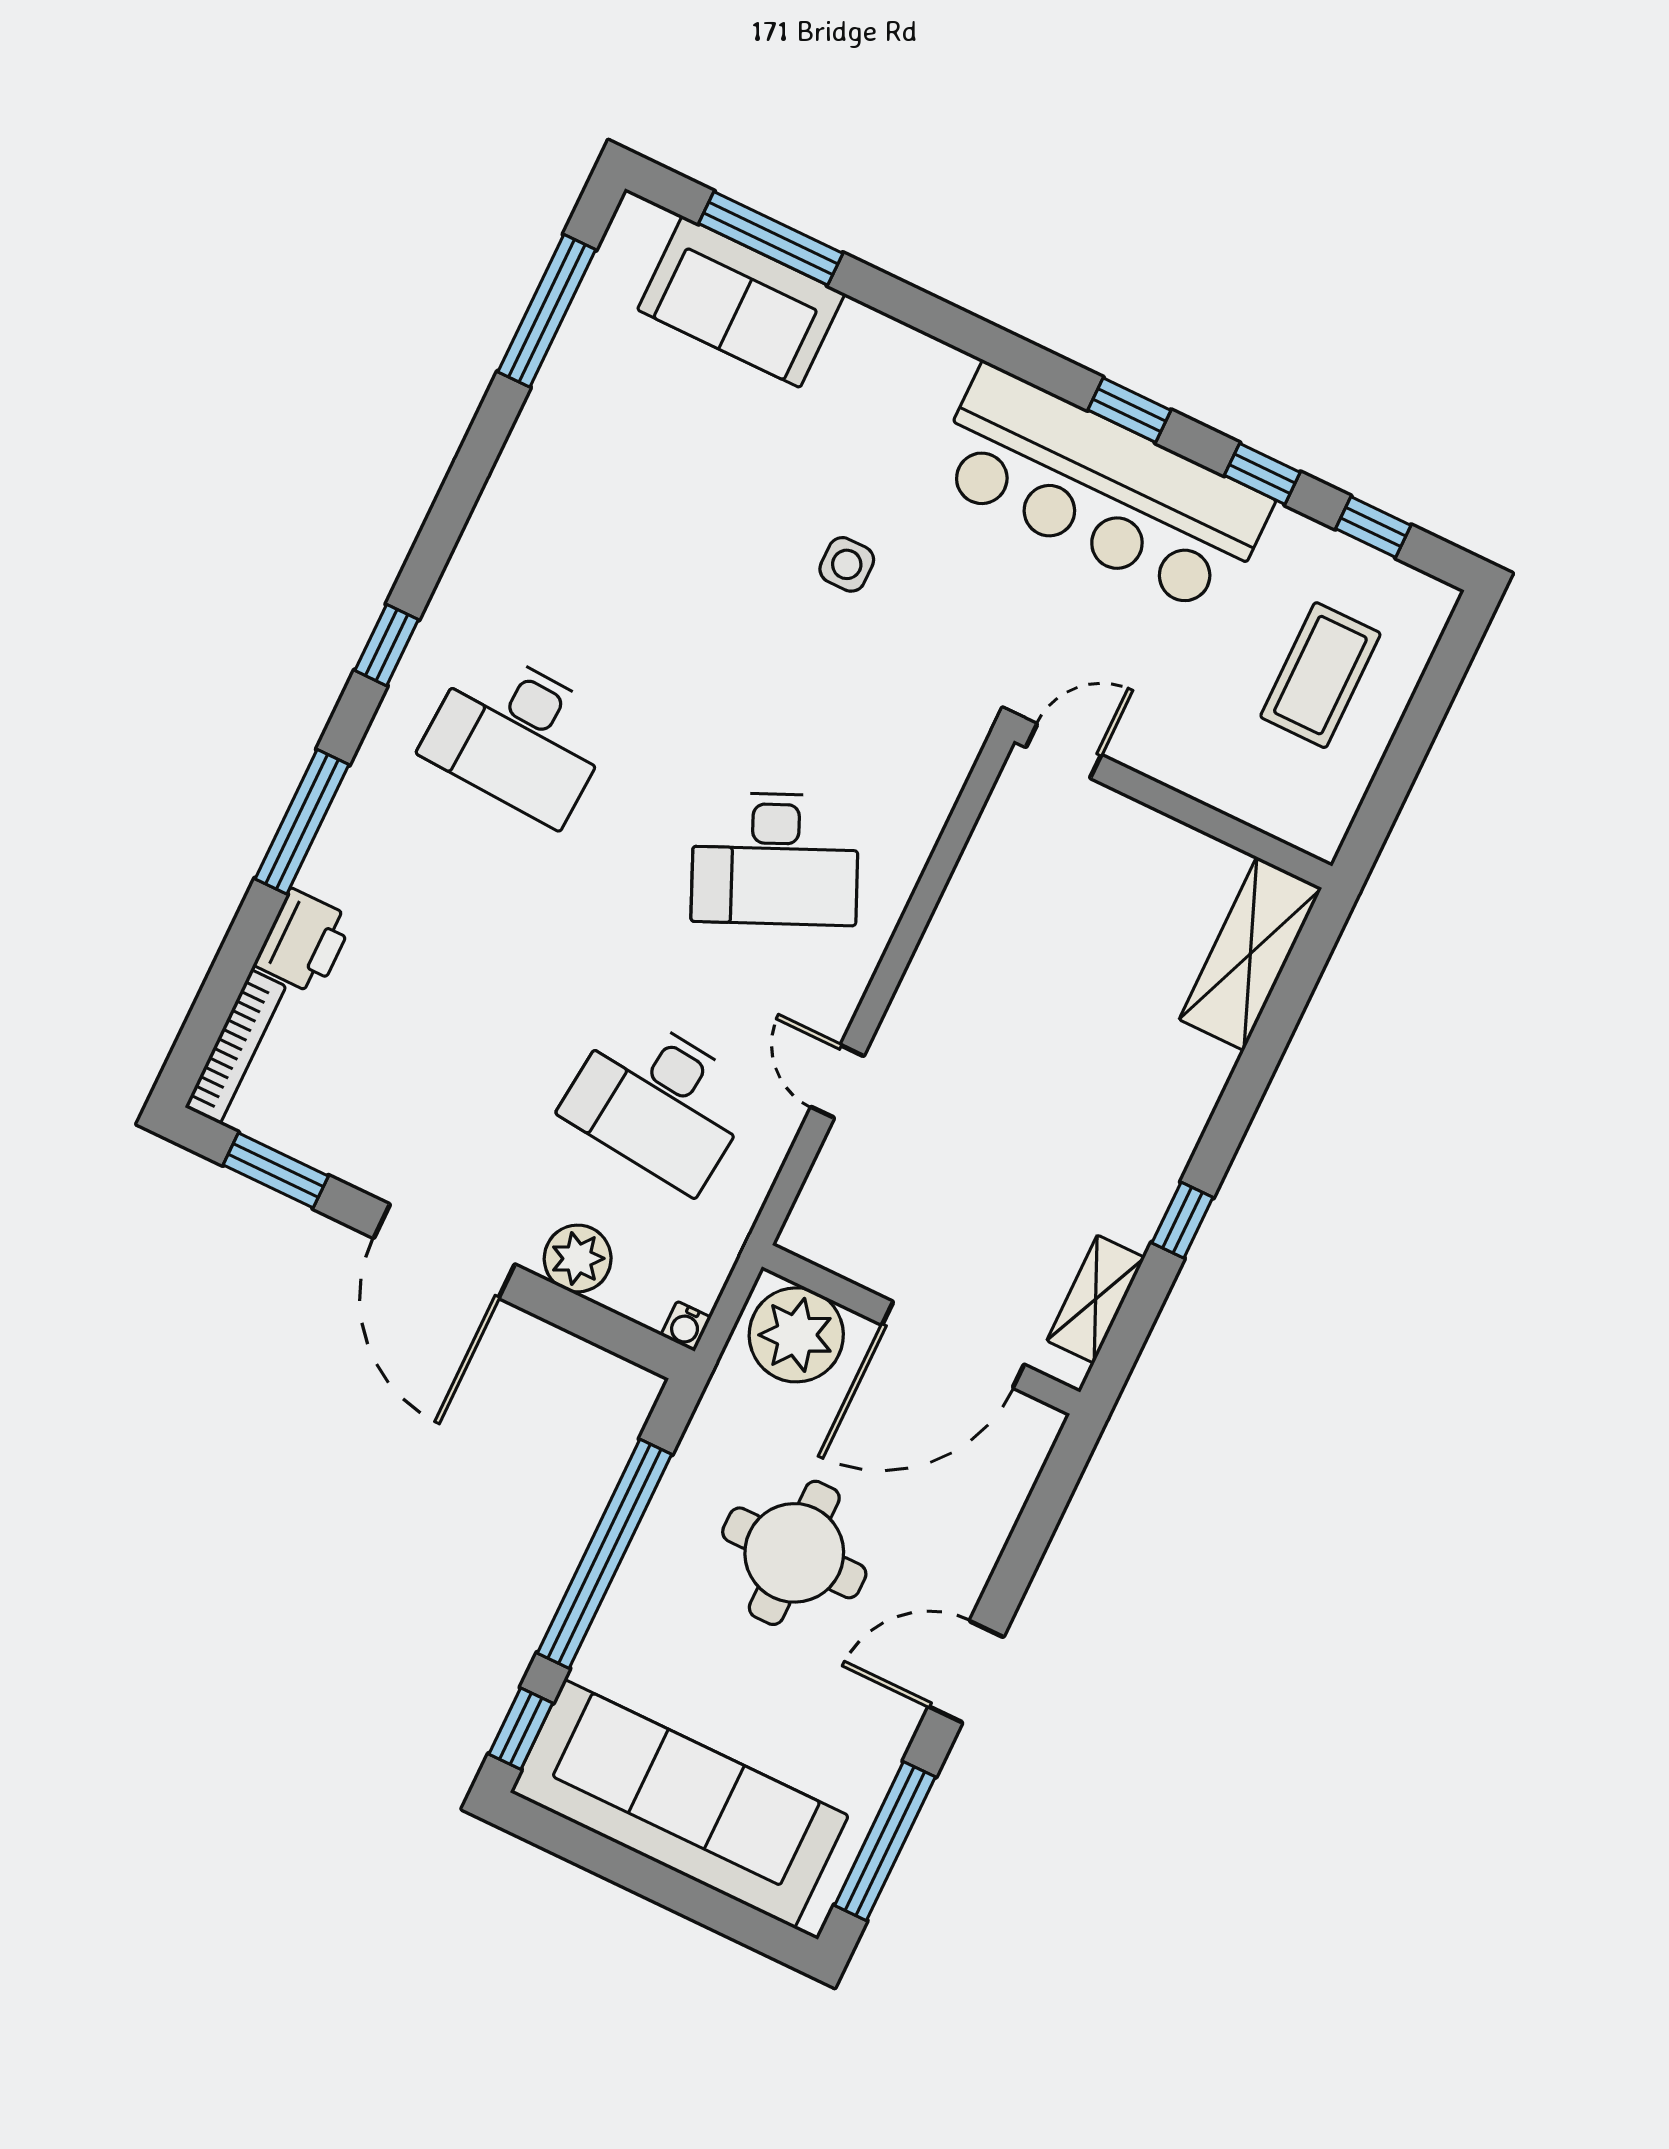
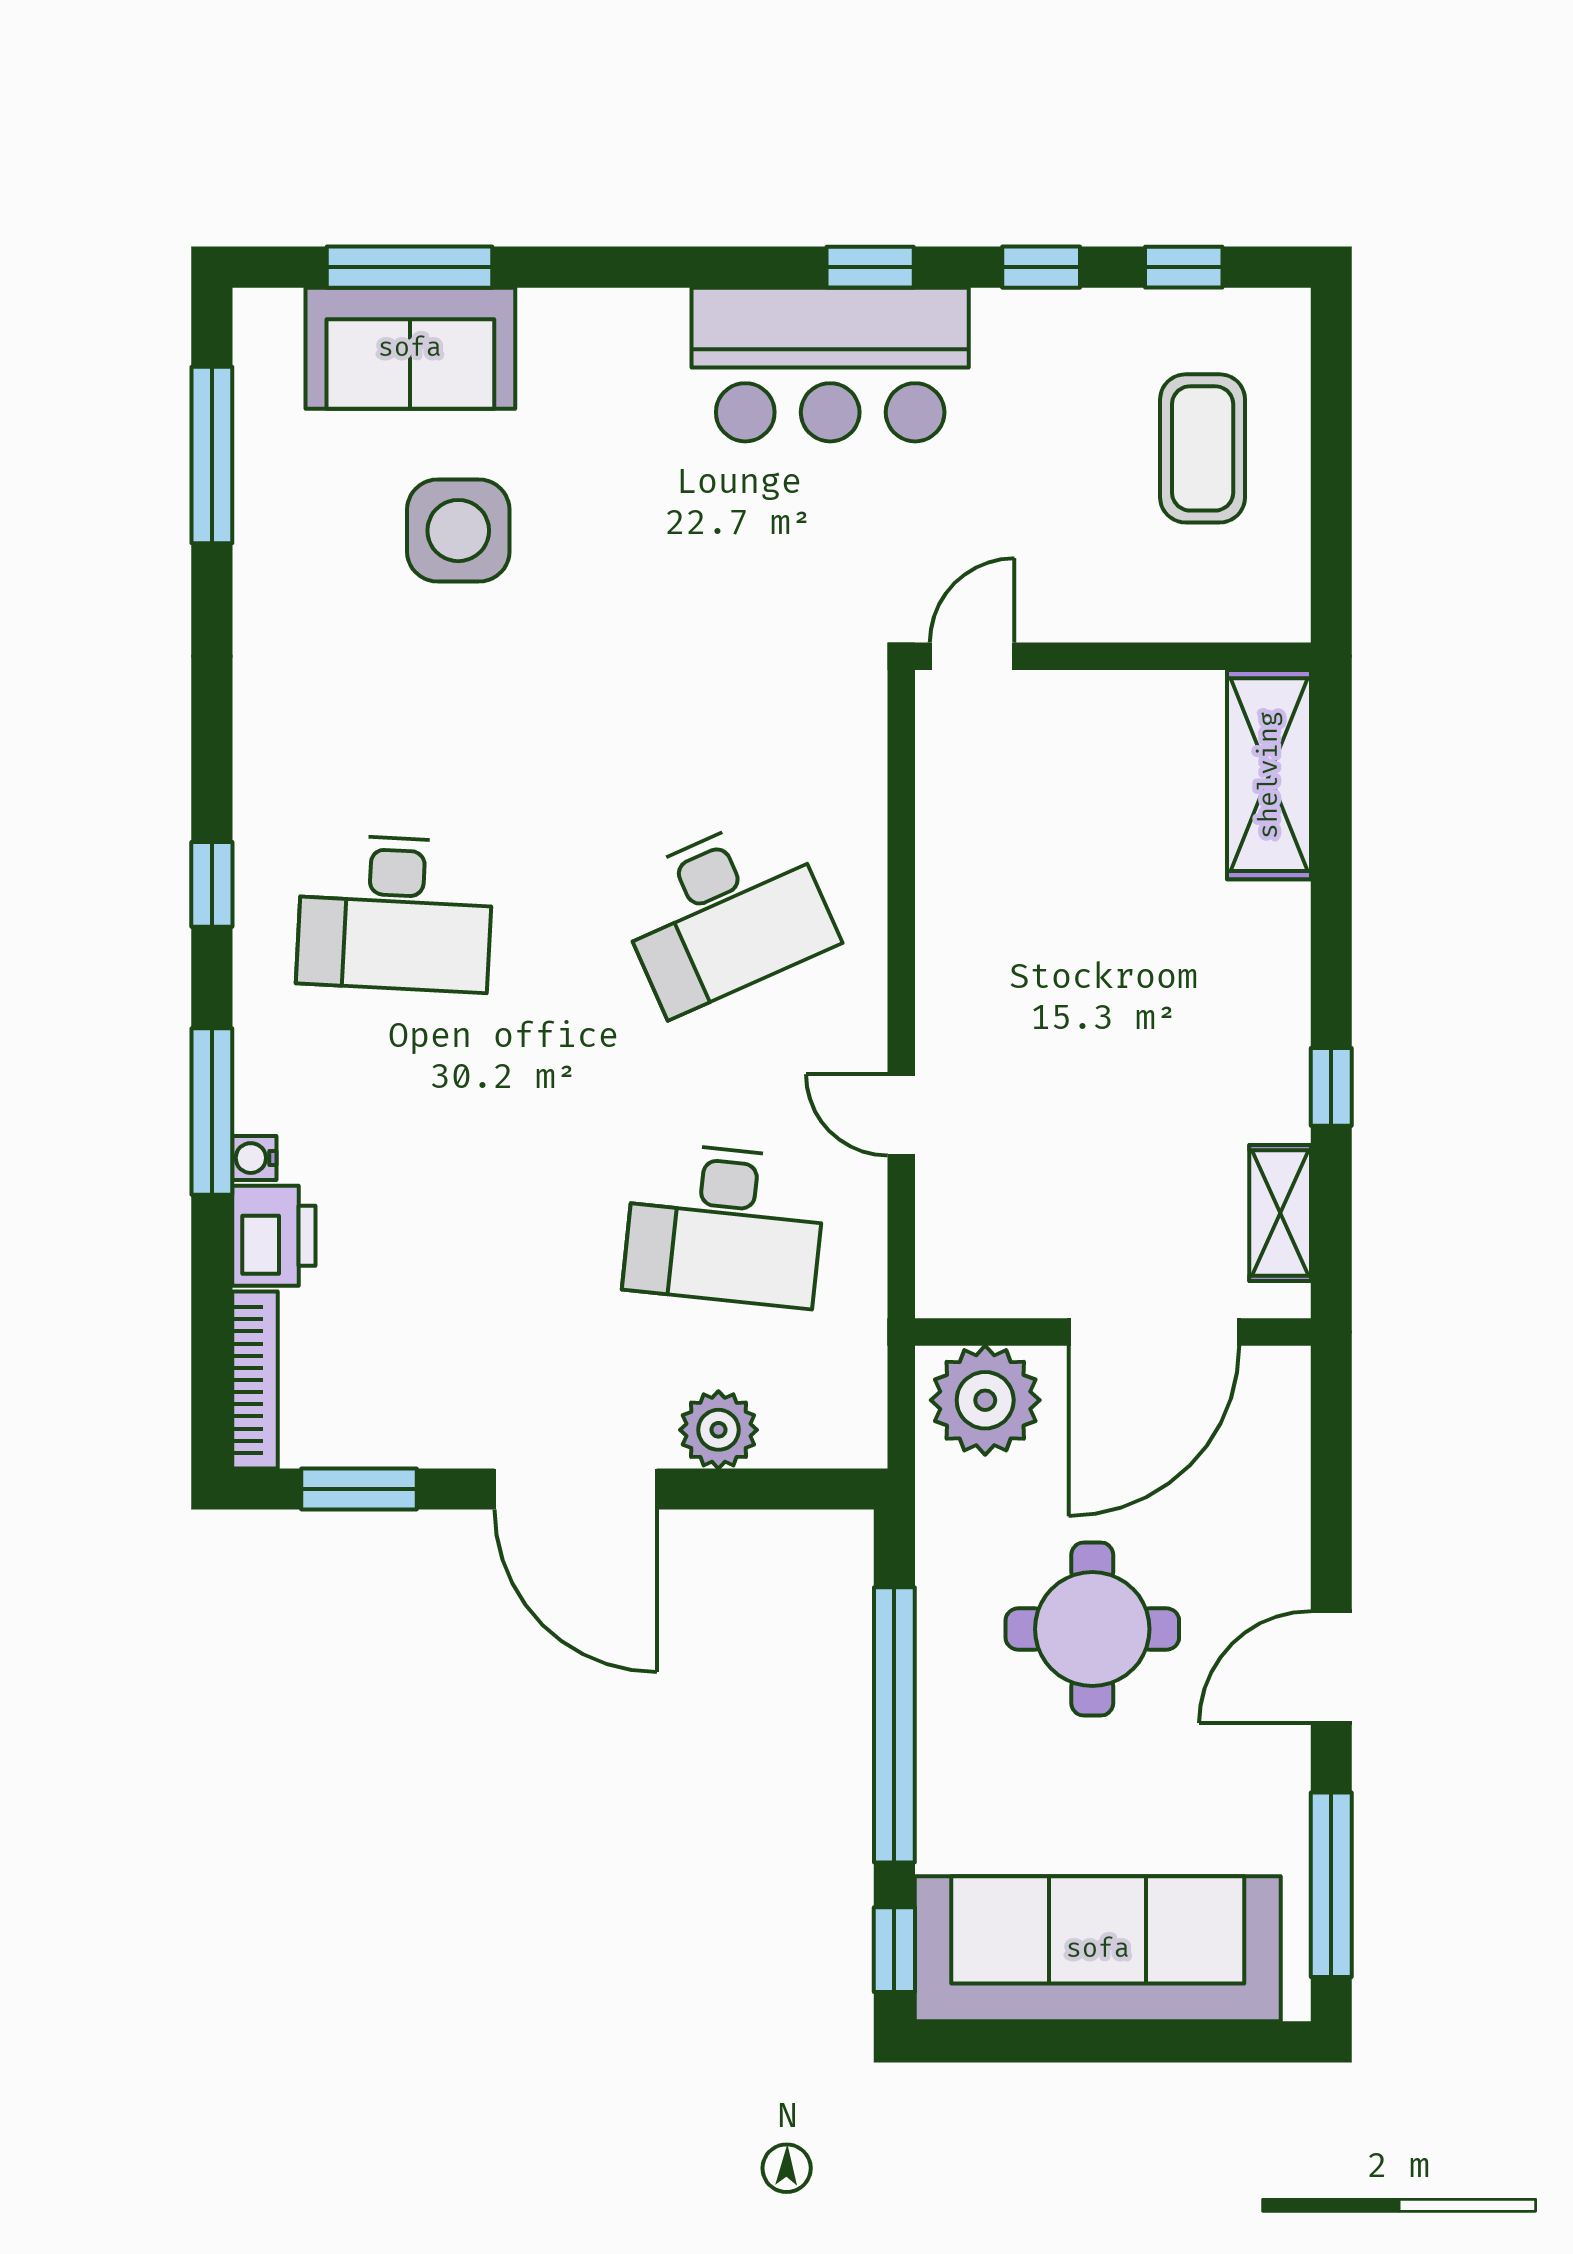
bar counter: (1101, 490) -> (830, 365), width x0.73
side table: (847, 564) -> (458, 531), moved, width x1.87, depth x1.87
water cooler: (686, 1326) -> (254, 1158), moved, turned 90

